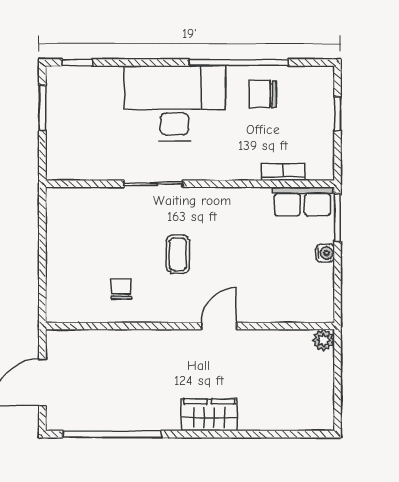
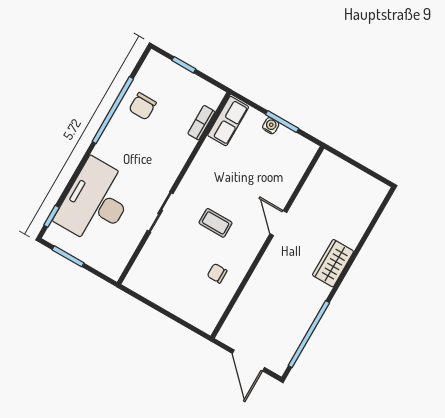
desk: (175, 103) -> (96, 202), moved
window: (337, 217) -> (282, 121), moved
plant: (323, 340) -> (327, 160), removed

